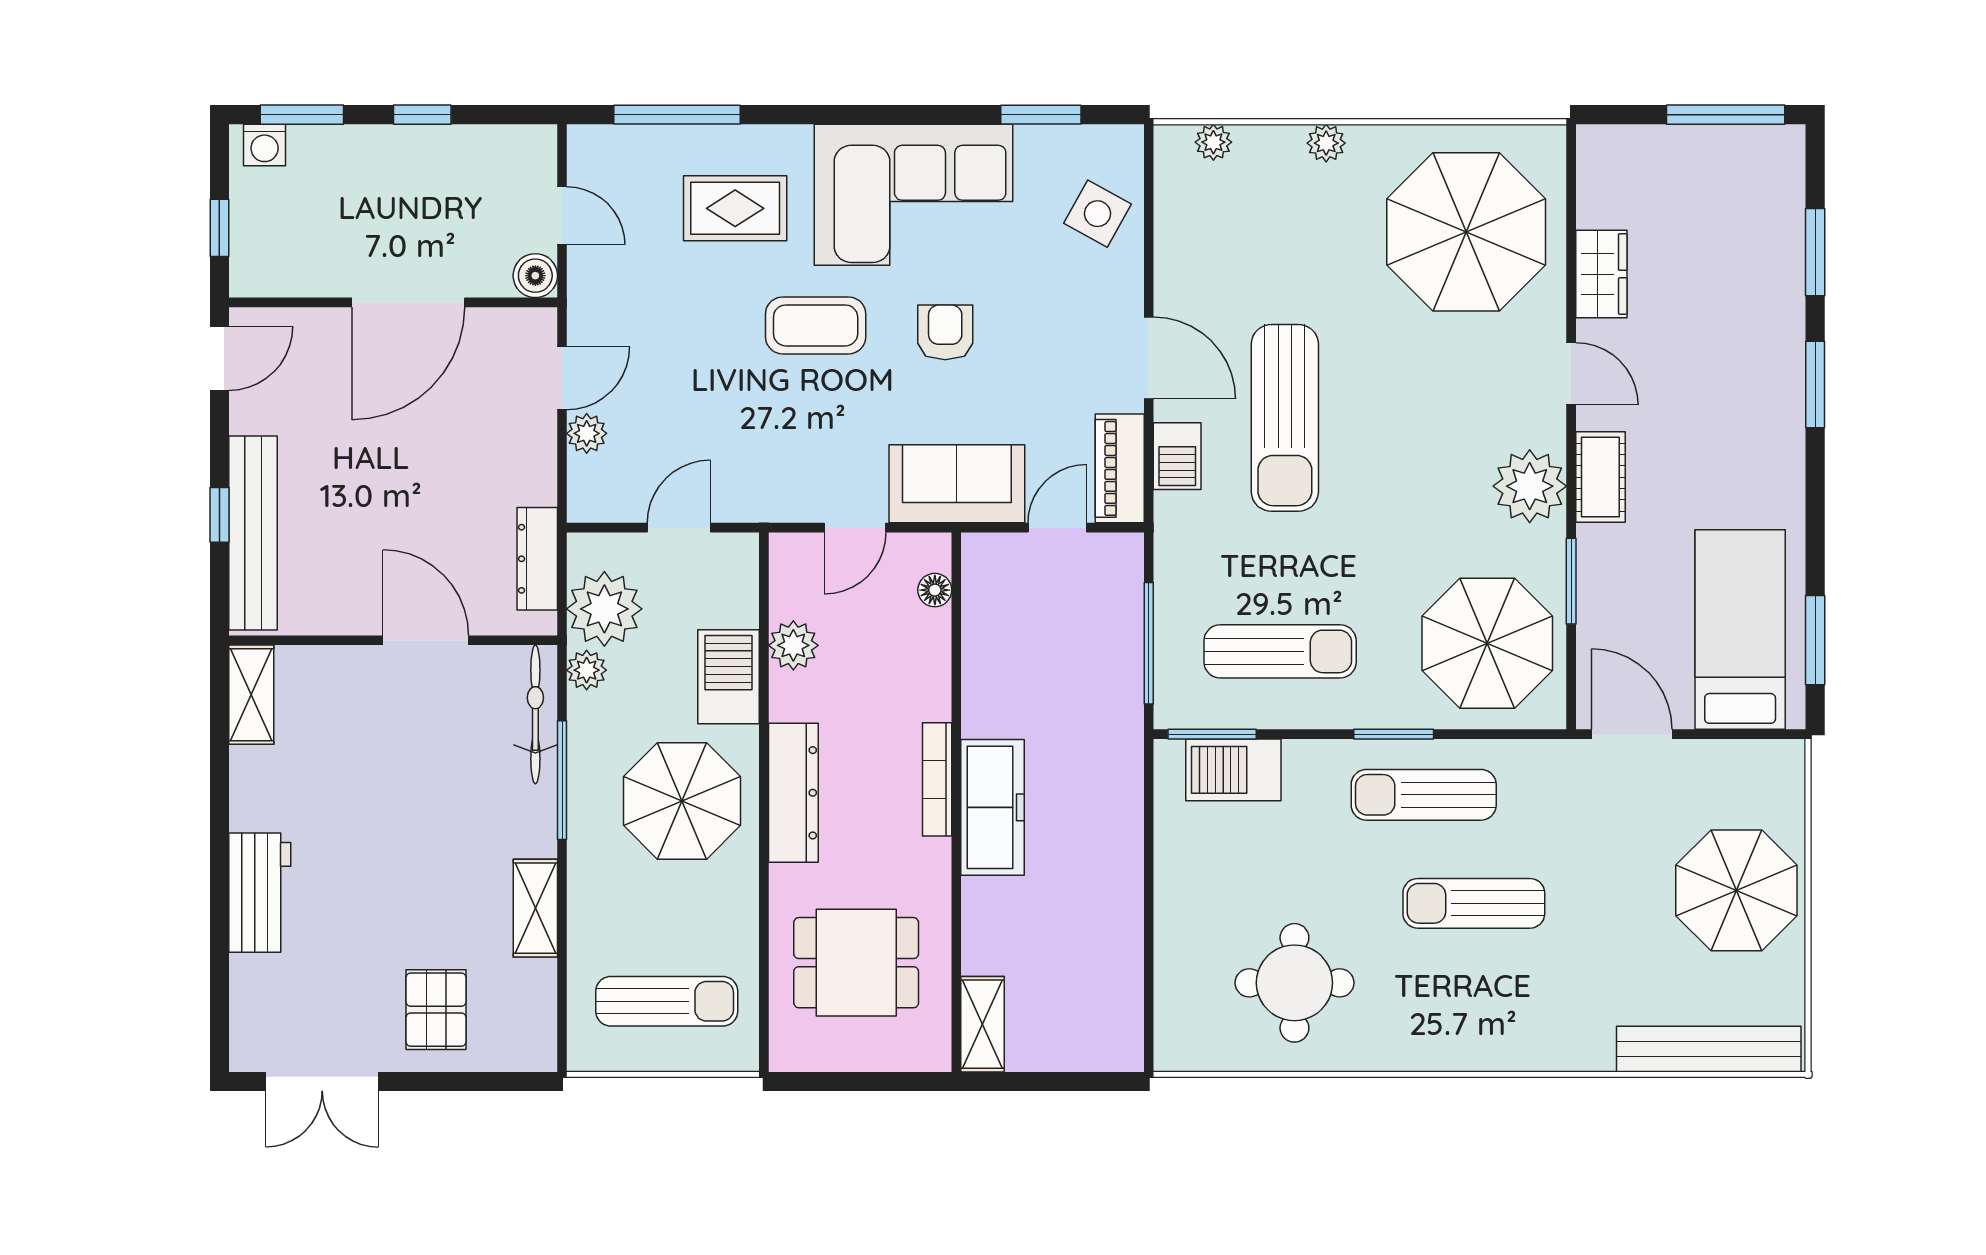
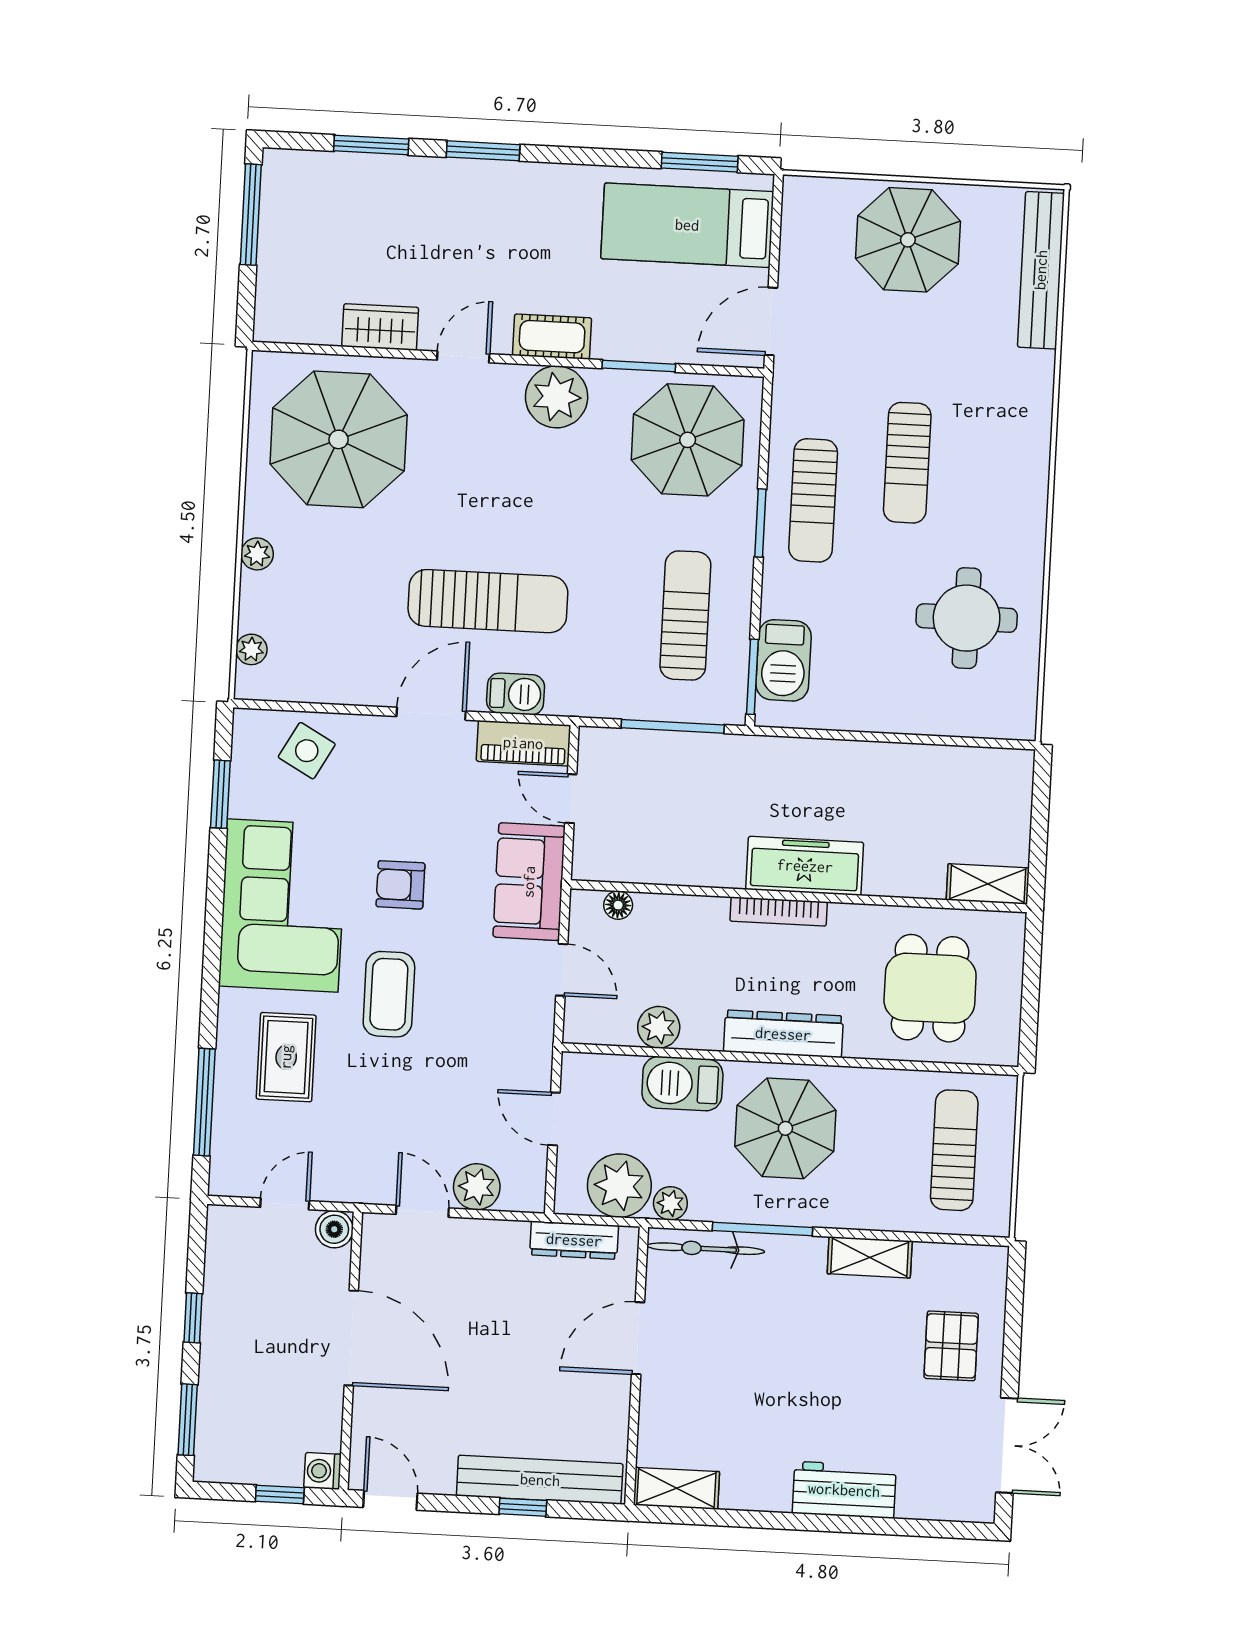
washing machine: (265, 145) -> (323, 1471), moved, turned 180
plant: (587, 433) -> (477, 1187), width x1.38, depth x1.38
pallet: (436, 1010) -> (951, 1346), turned 90

